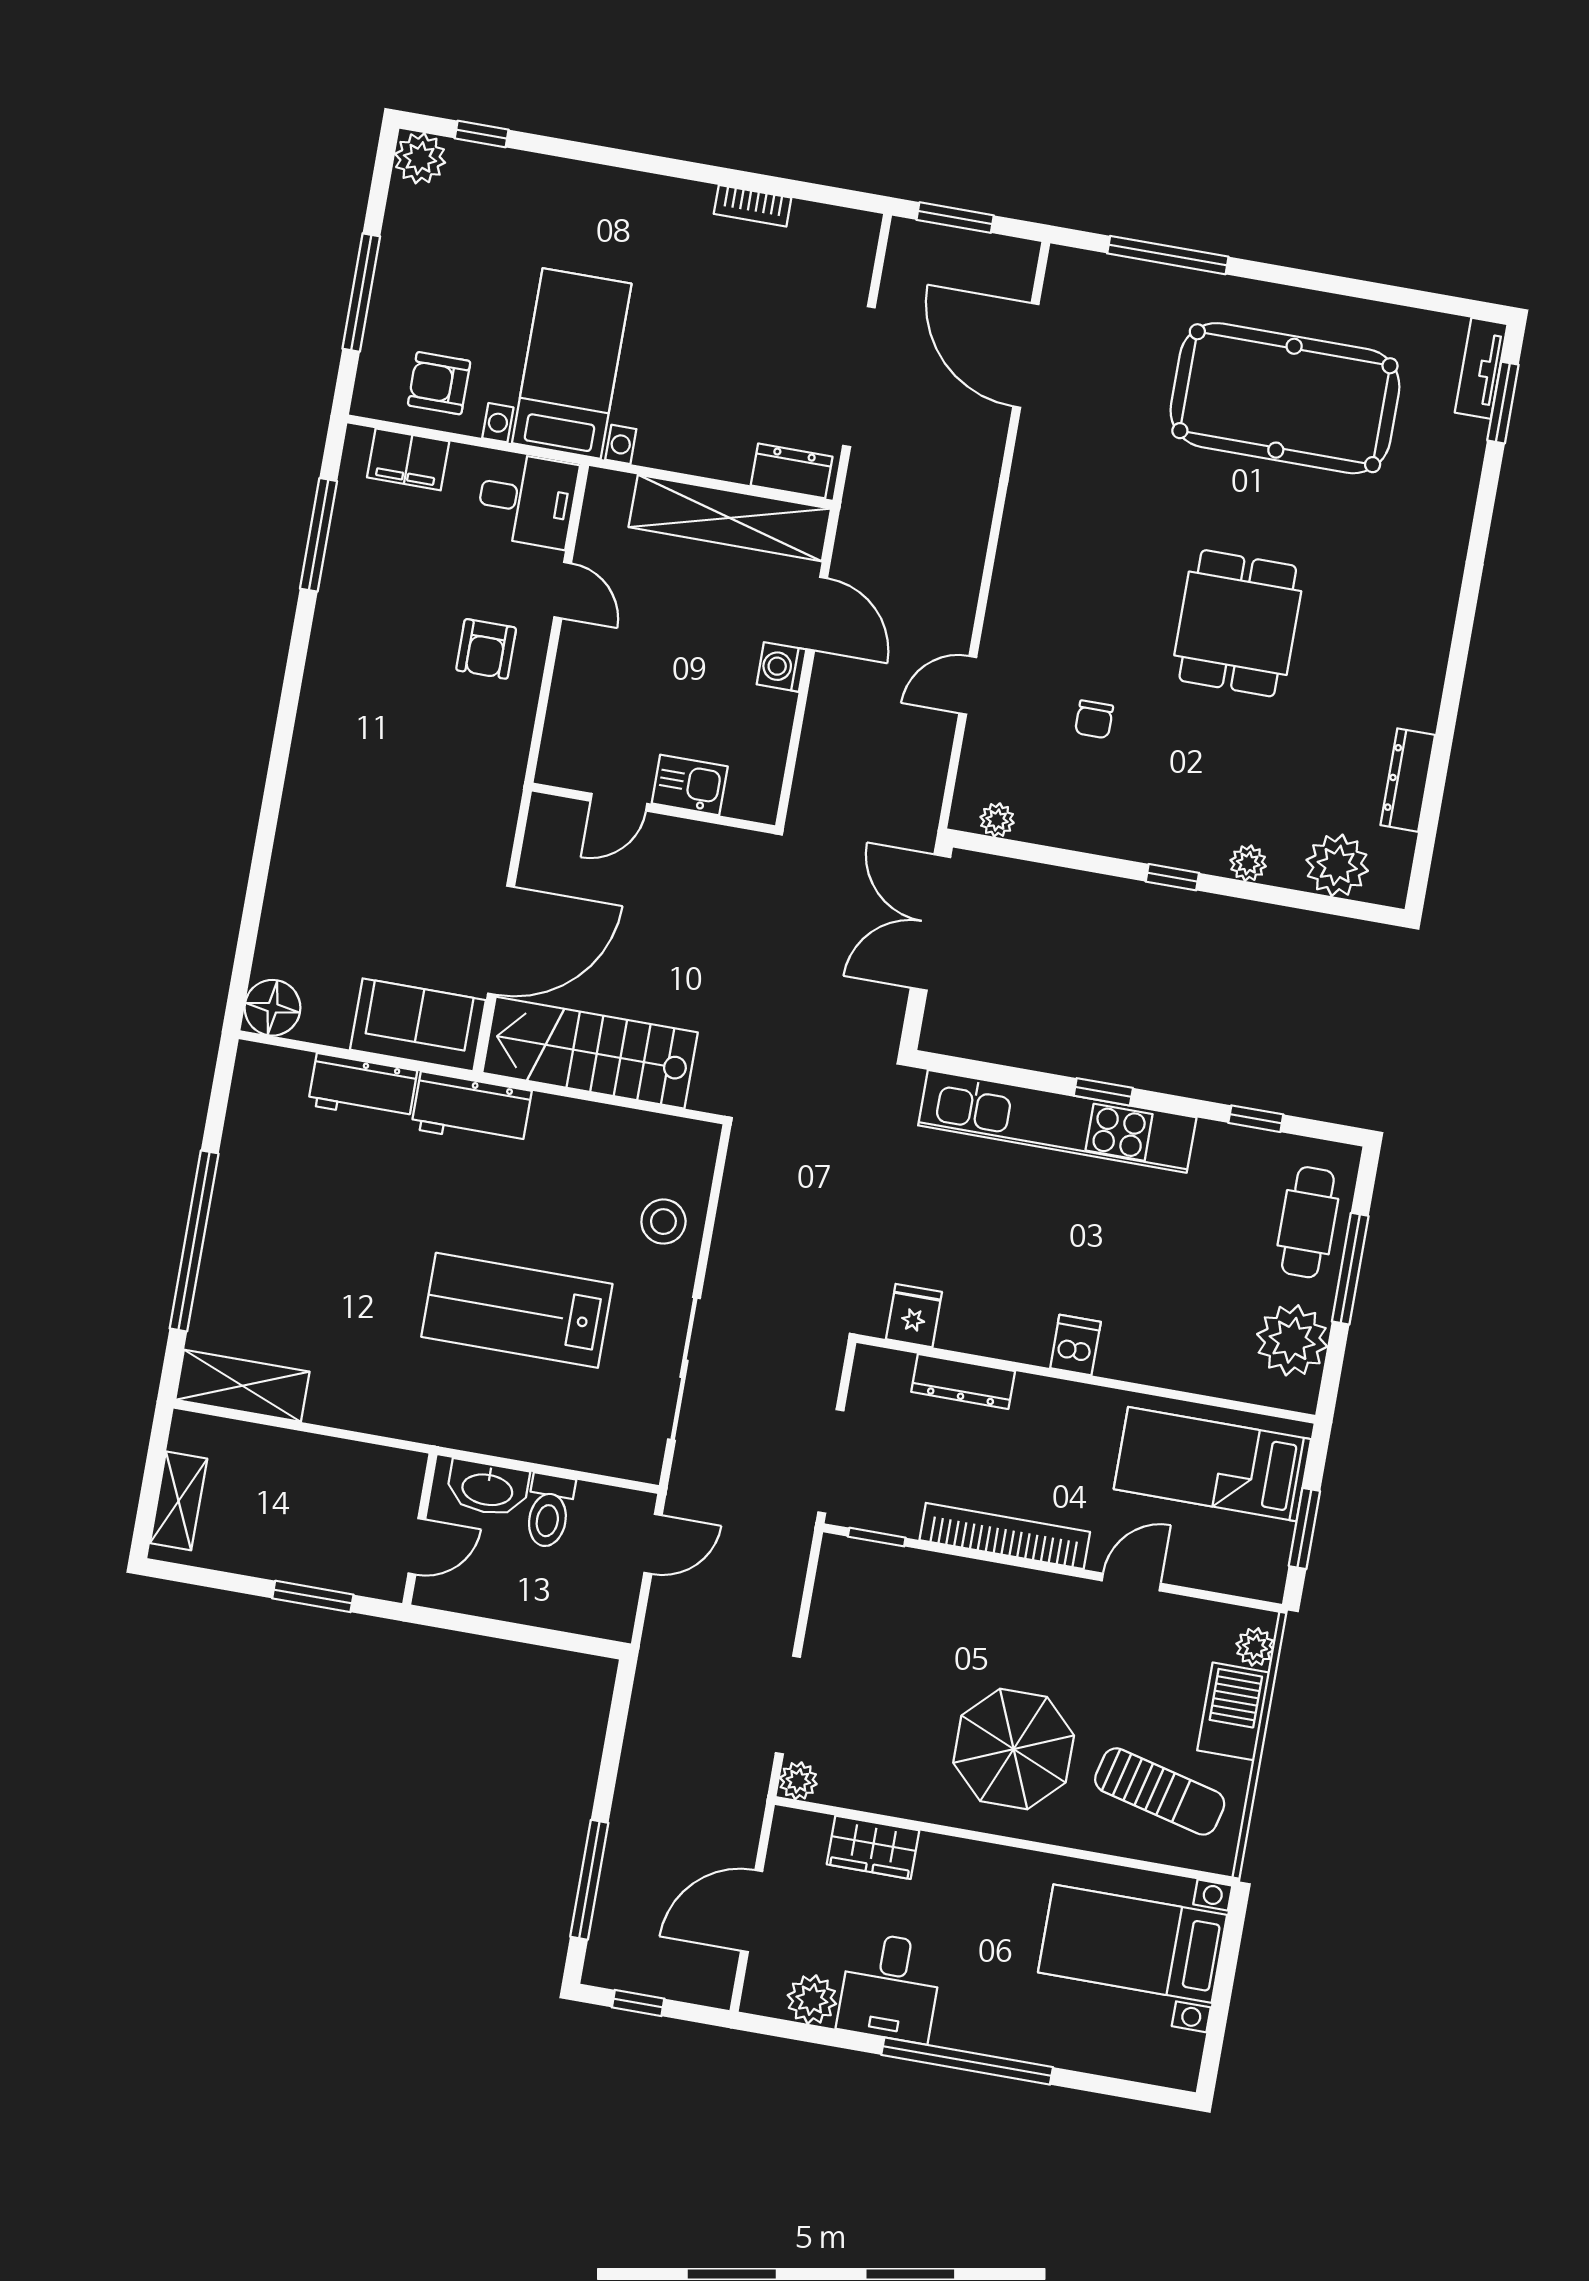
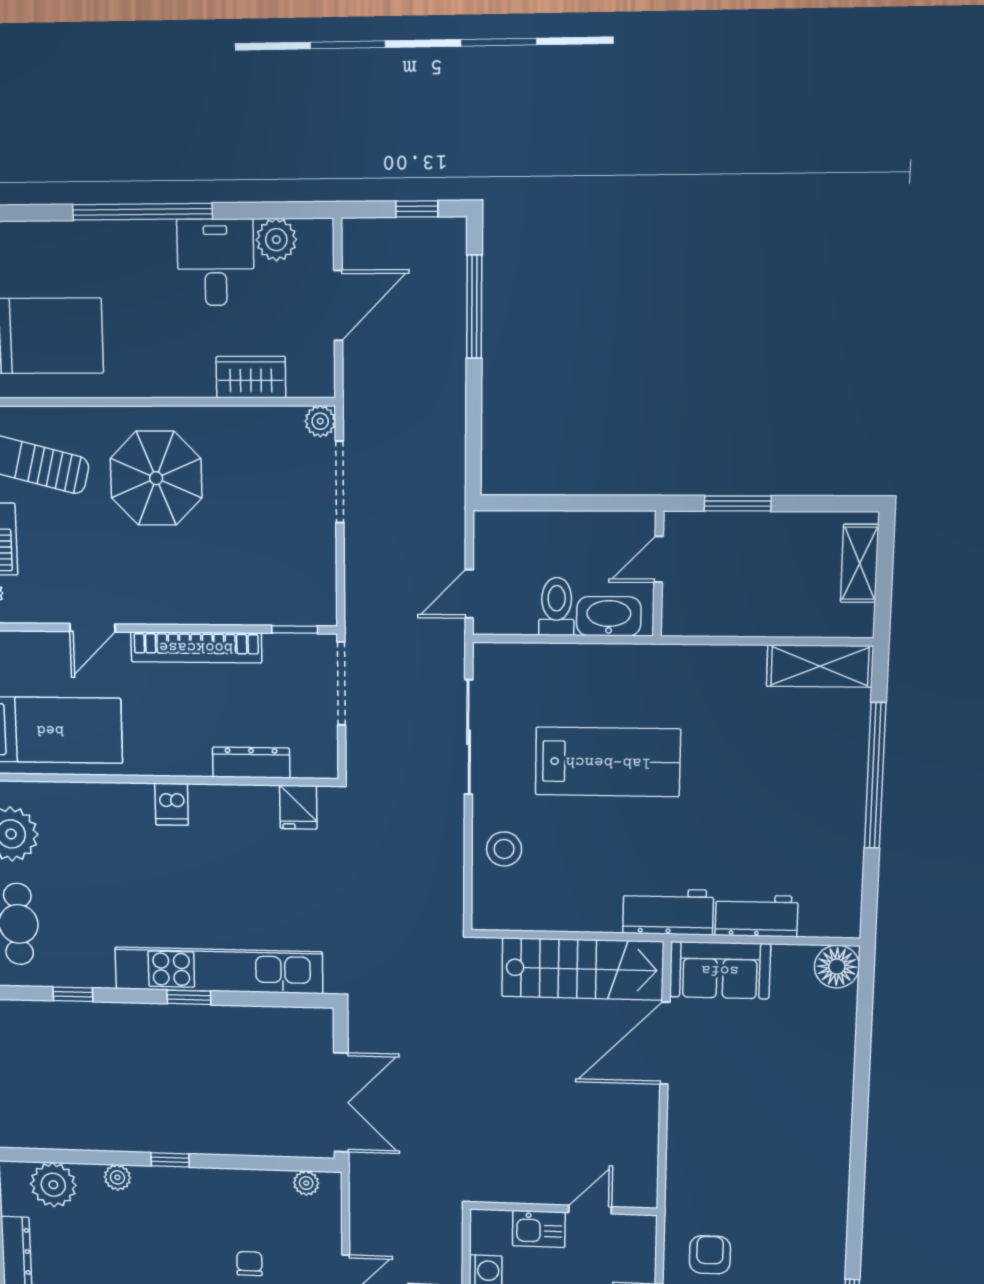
kitchen sink: (690, 785) -> (539, 1229), moved
door: (619, 802) -> (590, 1210), moved
wall: (654, 808) -> (563, 1209), moved

